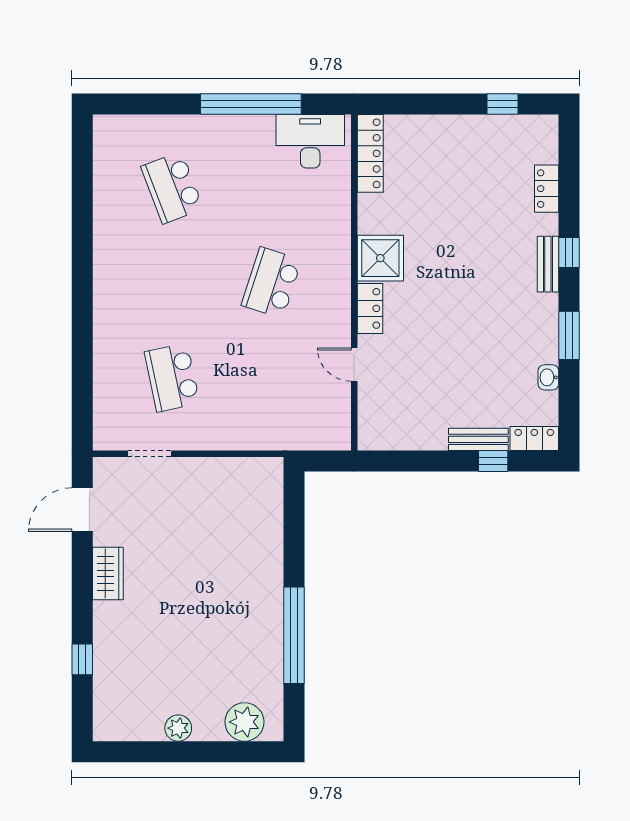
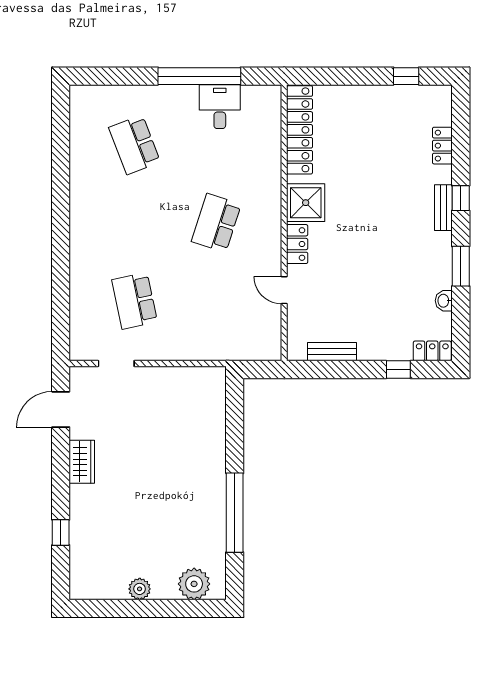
desk: (310, 141) -> (220, 107), moved, width x0.73
locker: (370, 153) -> (300, 130), width x1.41, depth x1.21
bench: (478, 439) -> (332, 352), moved

